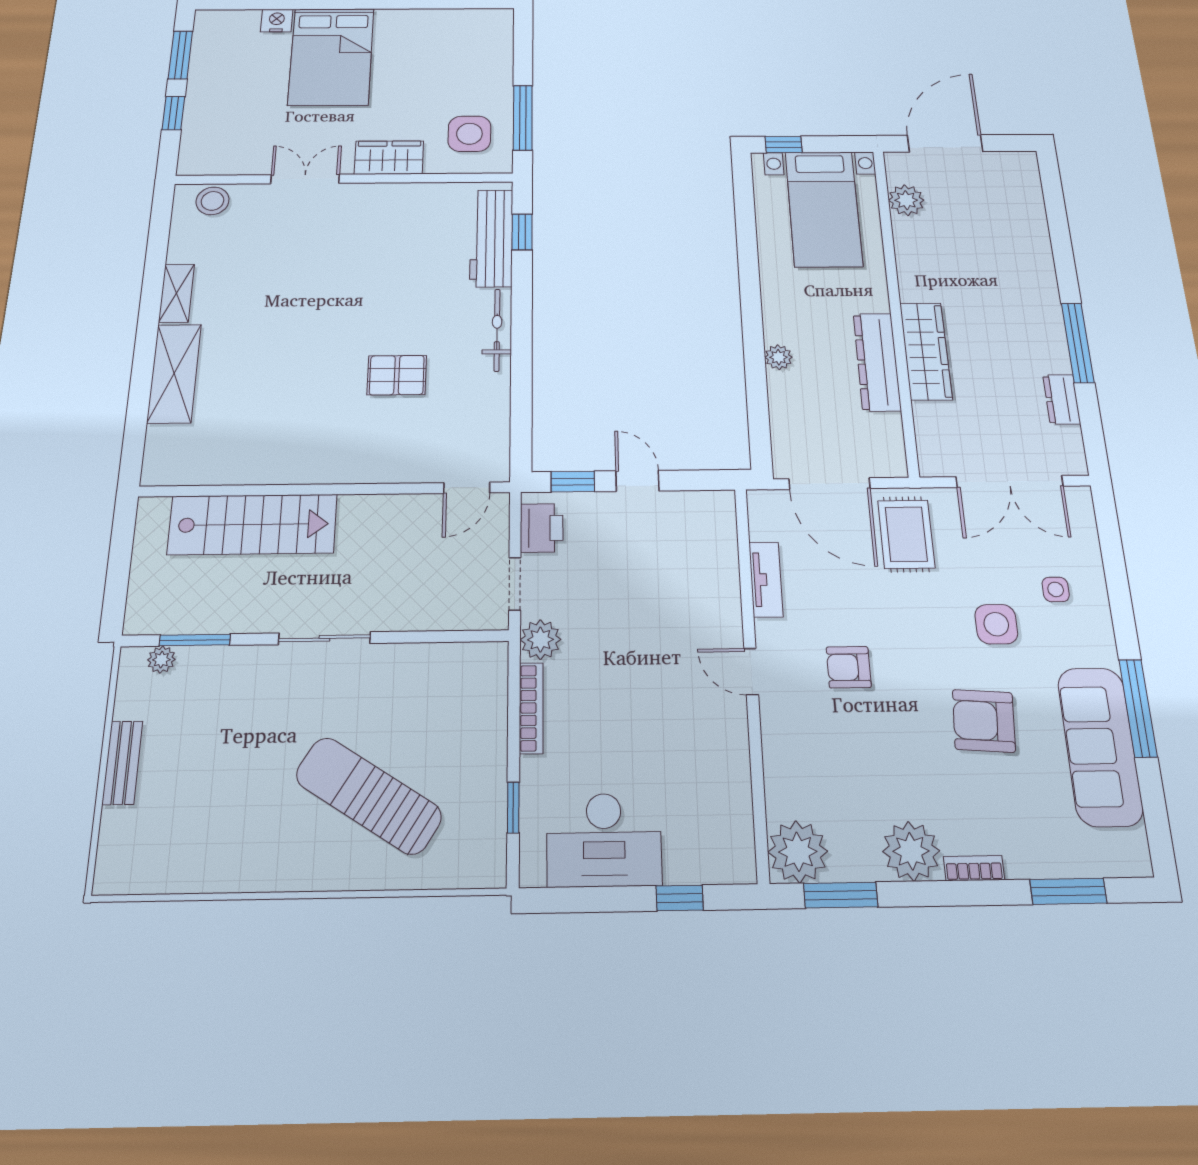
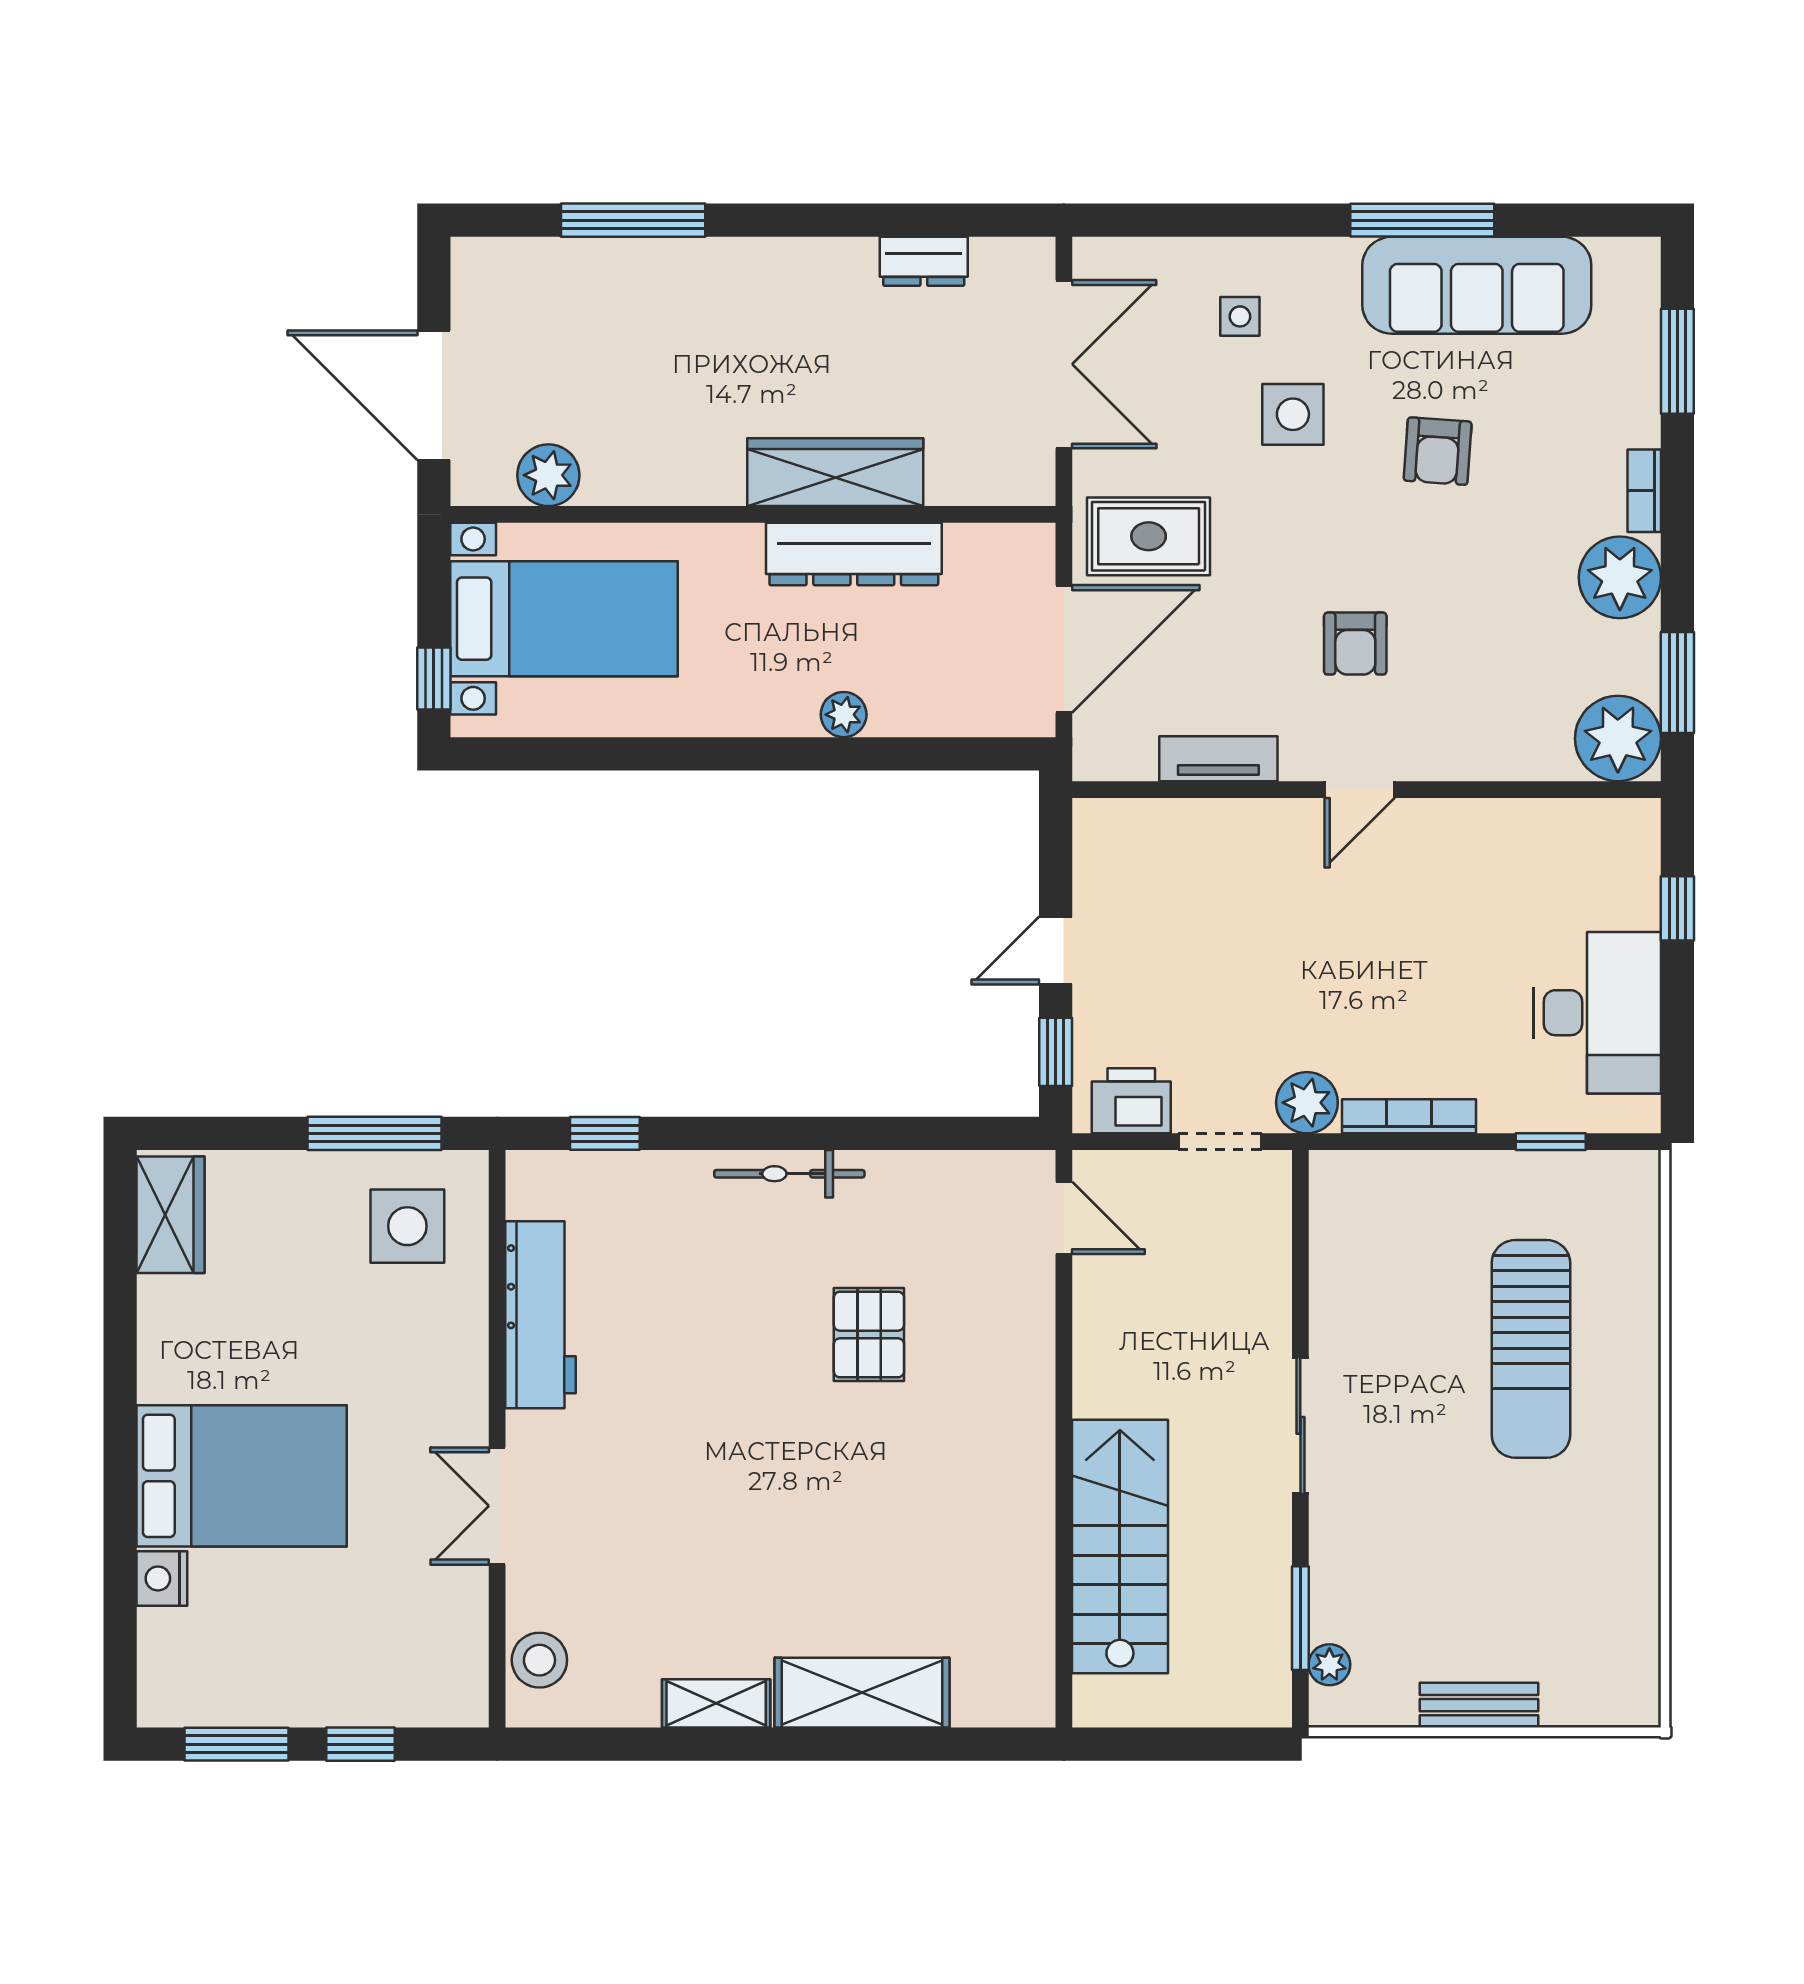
wardrobe: (389, 158) -> (171, 1215), moved, turned 180
workbench: (491, 238) -> (541, 1315), moved, turned -90
window: (1078, 343) -> (633, 220), moved
armchair: (984, 721) -> (1438, 451), width x0.72, depth x0.72
sun lounger: (369, 796) -> (1531, 1349), turned -32

